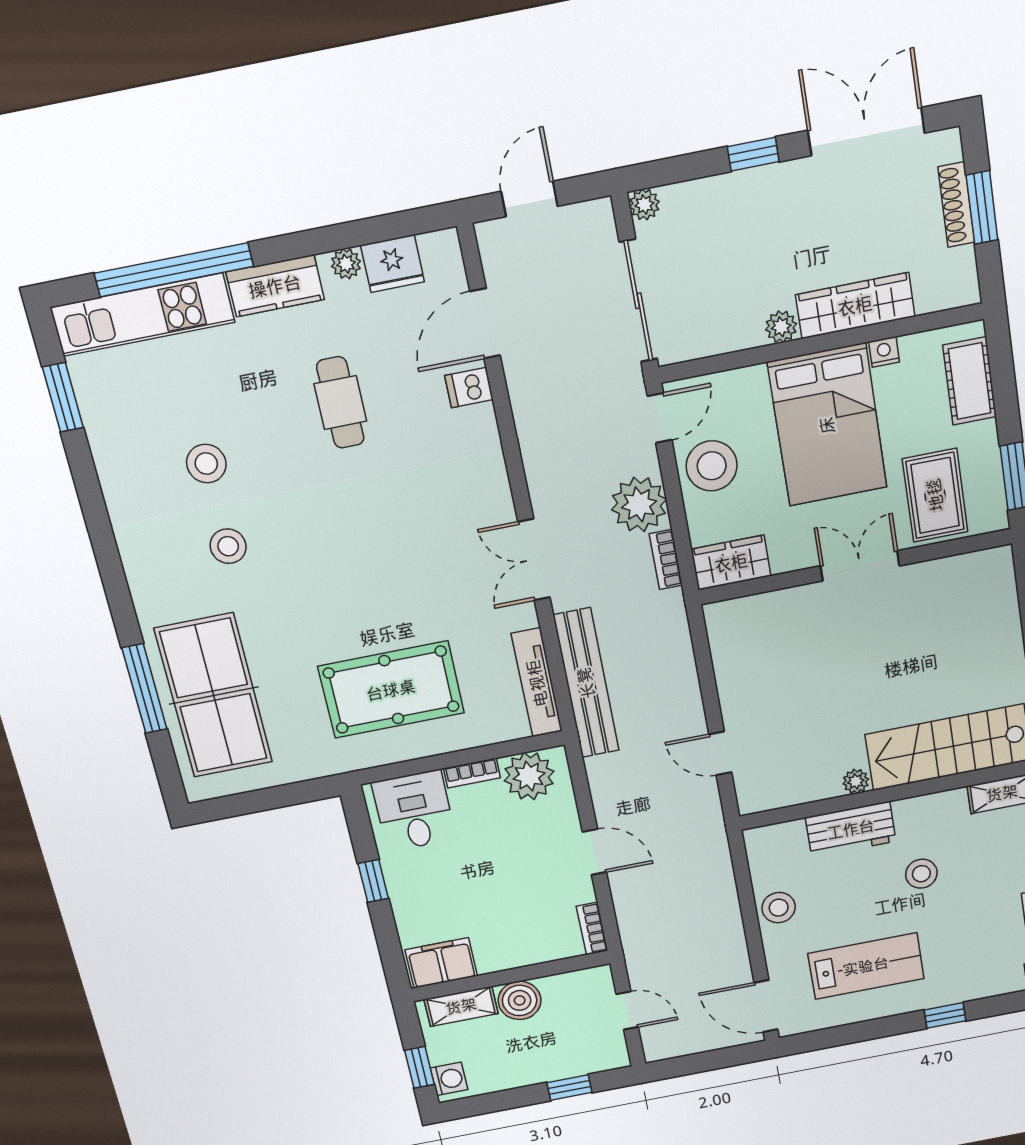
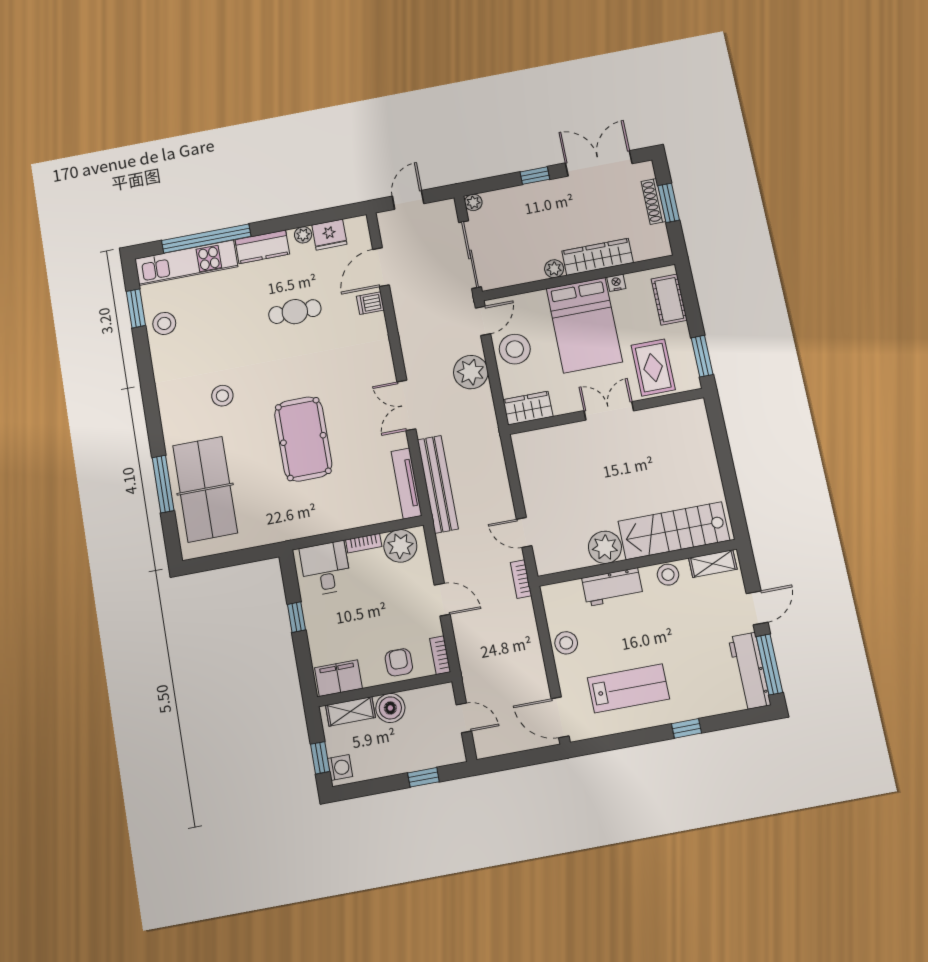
cafe table: (340, 402) -> (295, 312), turned 90
stool: (206, 464) -> (164, 323), moved
bookcase: (666, 559) -> (521, 579), moved
pool table: (391, 690) -> (303, 439), moved, turned 90
plant: (856, 781) -> (605, 547), width x1.88, depth x1.88
stool: (921, 874) -> (668, 575), moved
armchair: (531, 940) -> (399, 662), added

